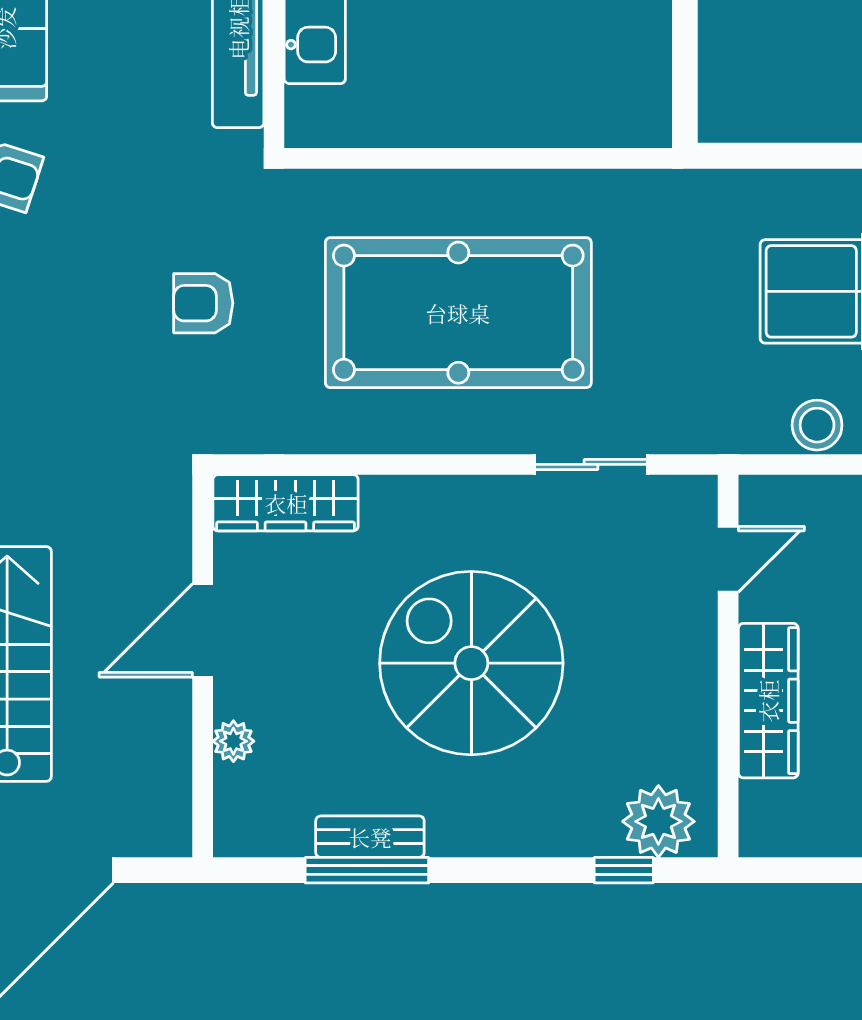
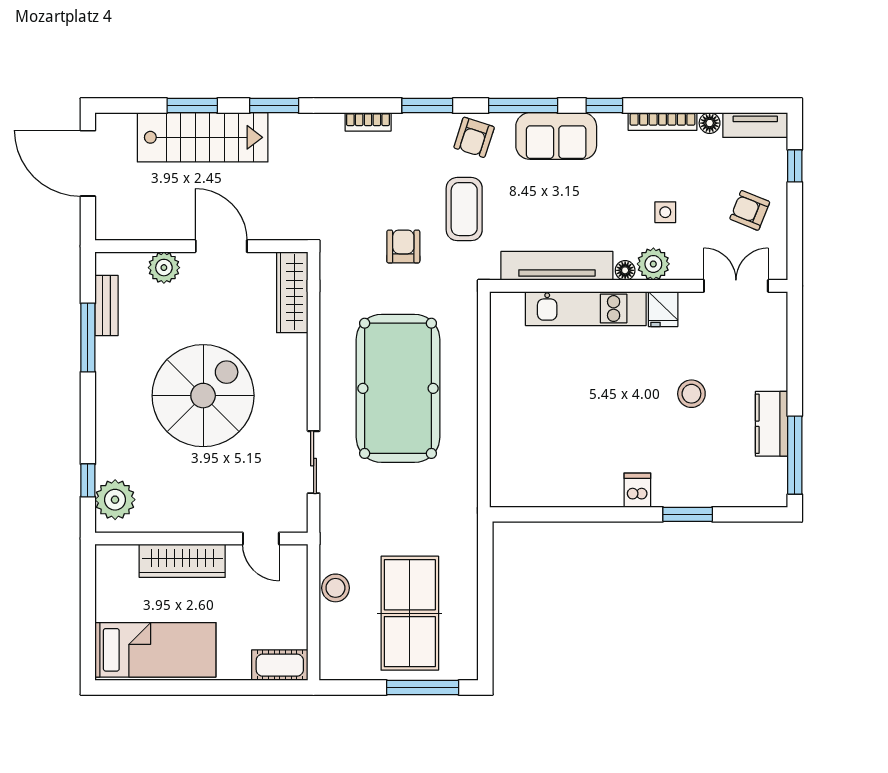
coffee table: (136, 194) -> (464, 209), added
plant: (233, 741) -> (164, 268), width x1.38, depth x1.38
bench: (370, 837) -> (106, 306), moved

